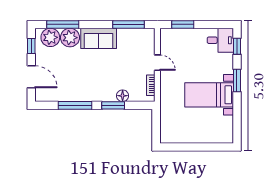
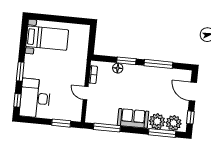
desk: (220, 40) -> (35, 98), width x1.87, depth x1.30
bed with nightstands: (209, 95) -> (47, 38), moved

